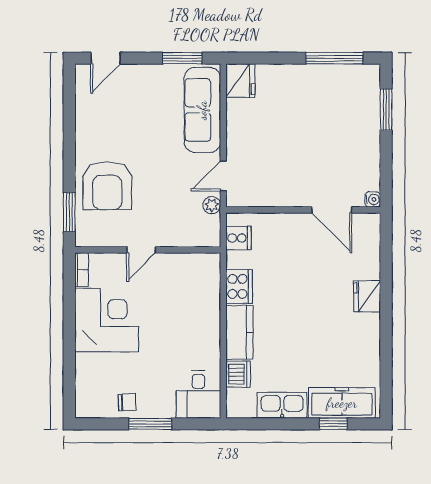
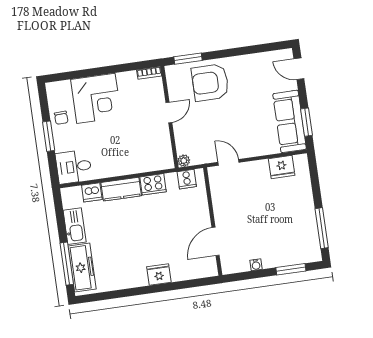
fridge: (240, 81) -> (282, 167), moved
sofa: (202, 110) -> (290, 121), moved, turned -90
water cooler: (373, 199) -> (256, 265), moved
plant: (212, 205) -> (184, 161), moved
door: (141, 250) -> (169, 113), swing flipped
corner desk: (107, 320) -> (96, 98), moved
window: (333, 424) -> (67, 264), width x2.17

